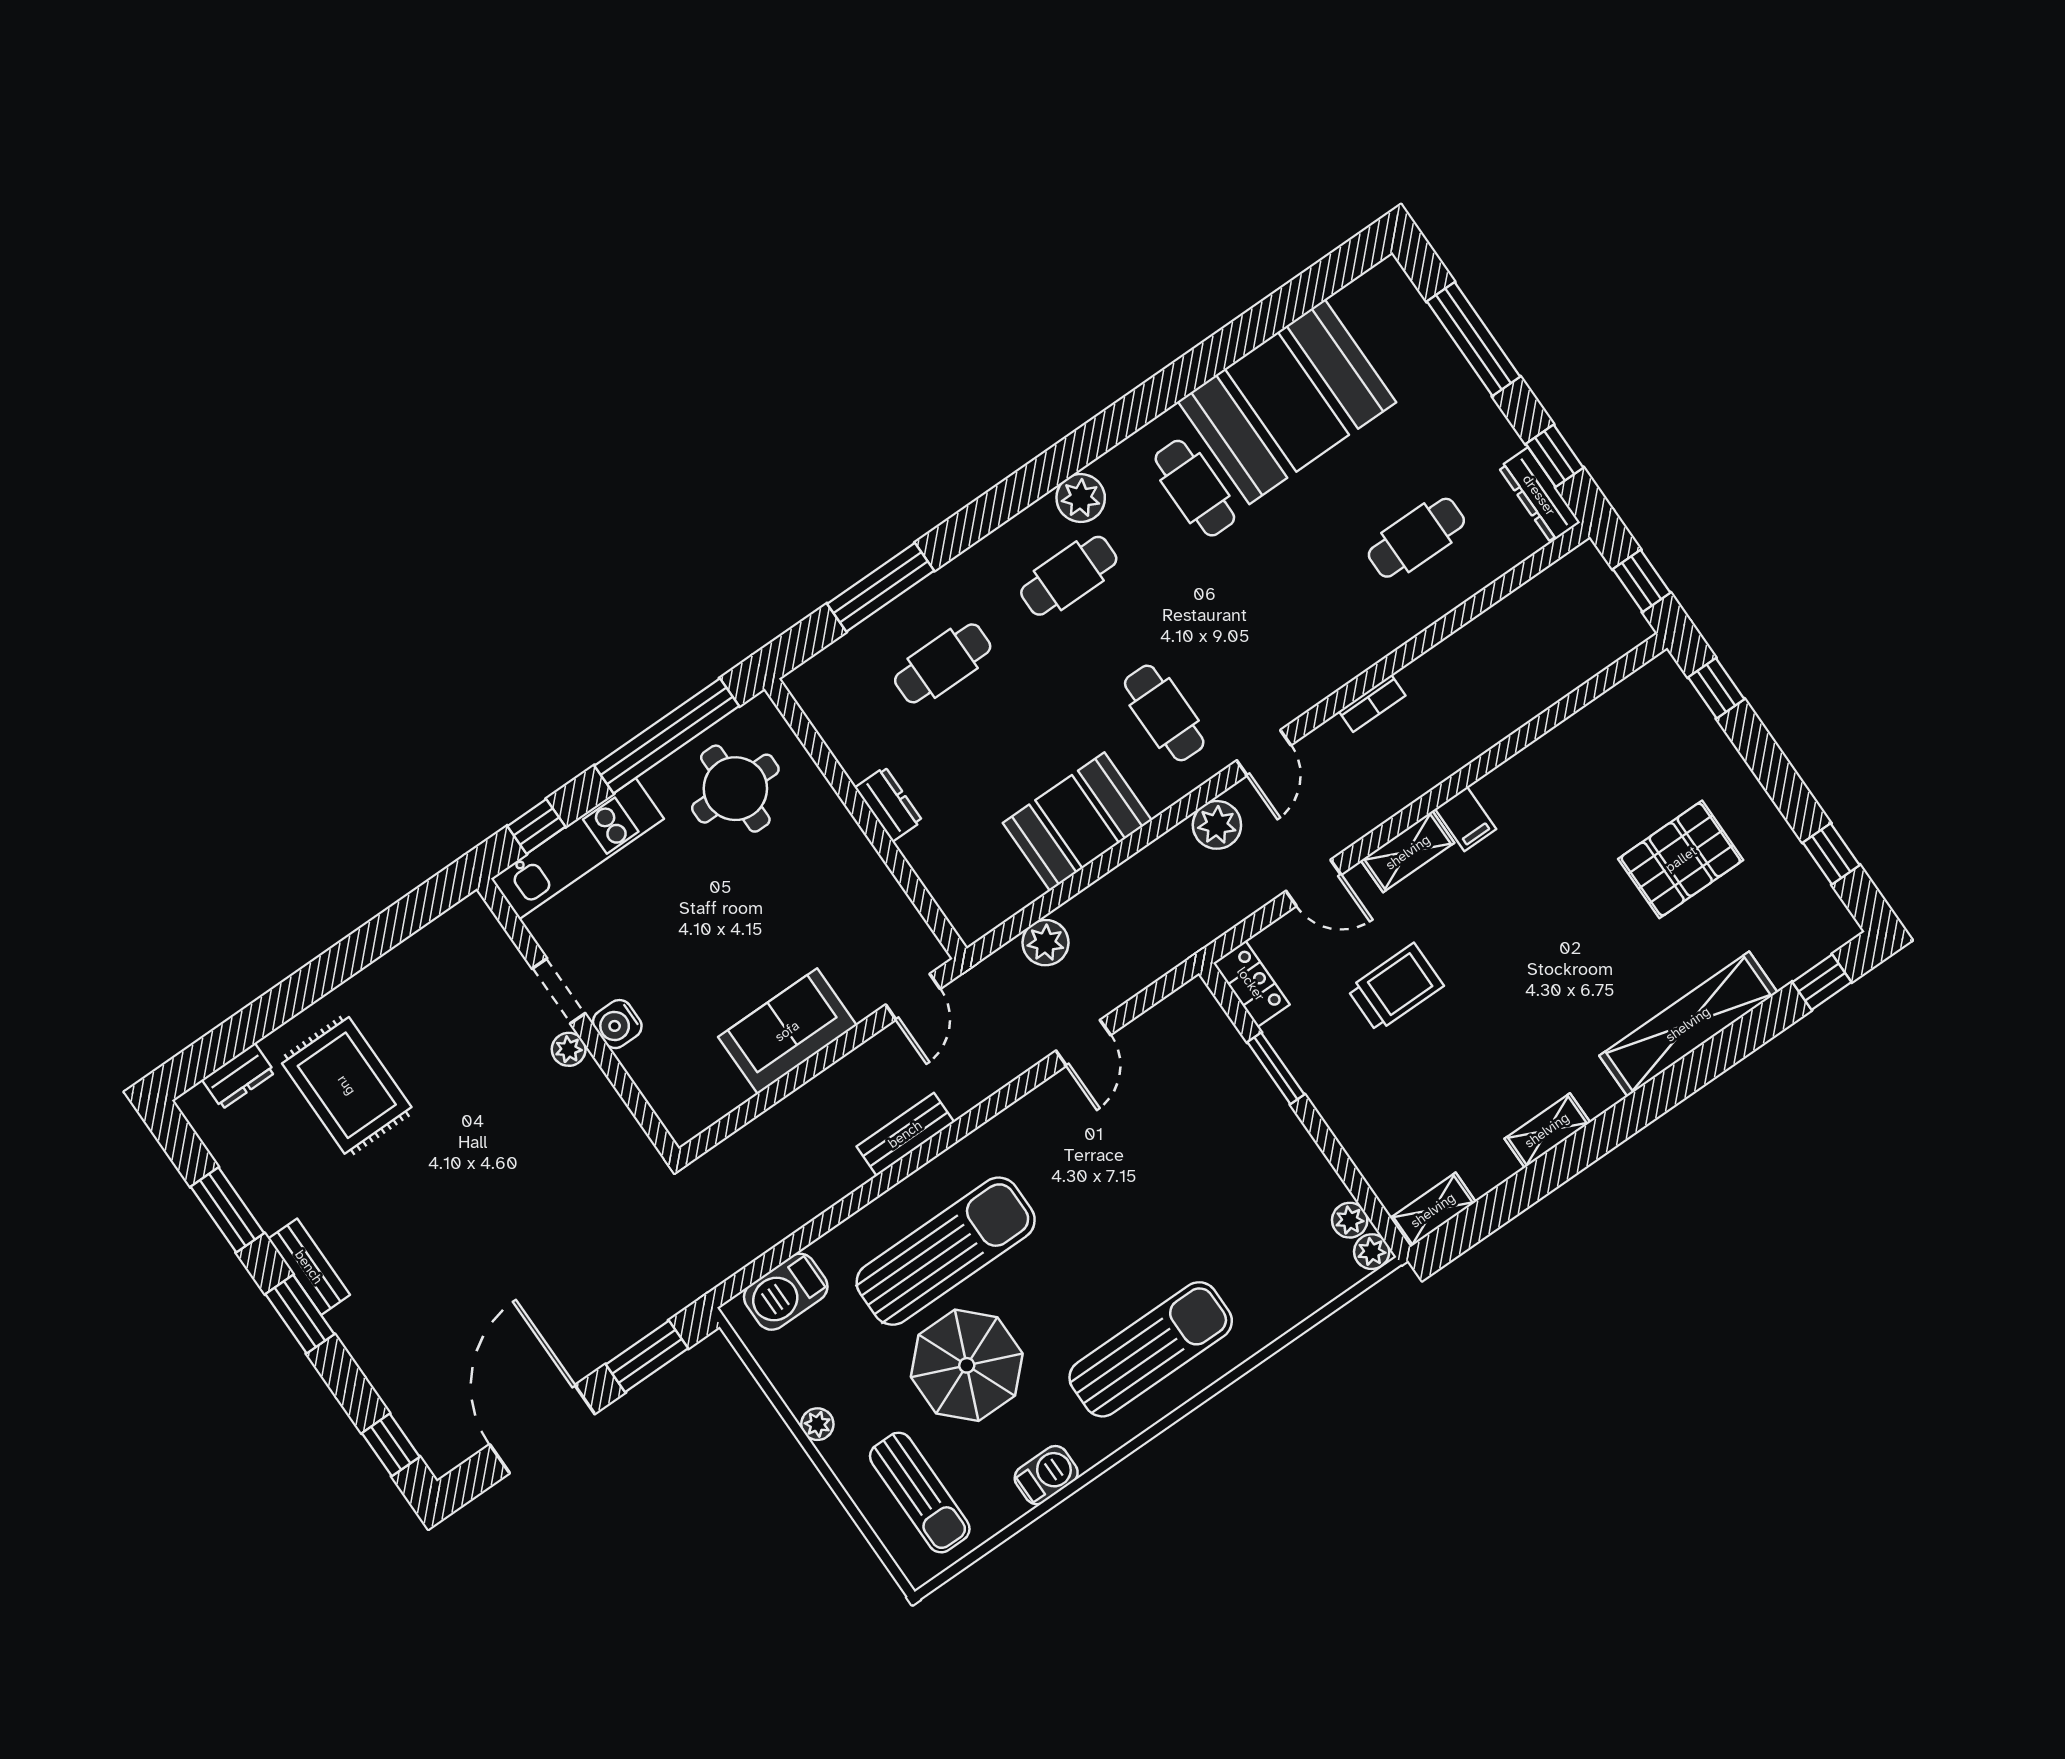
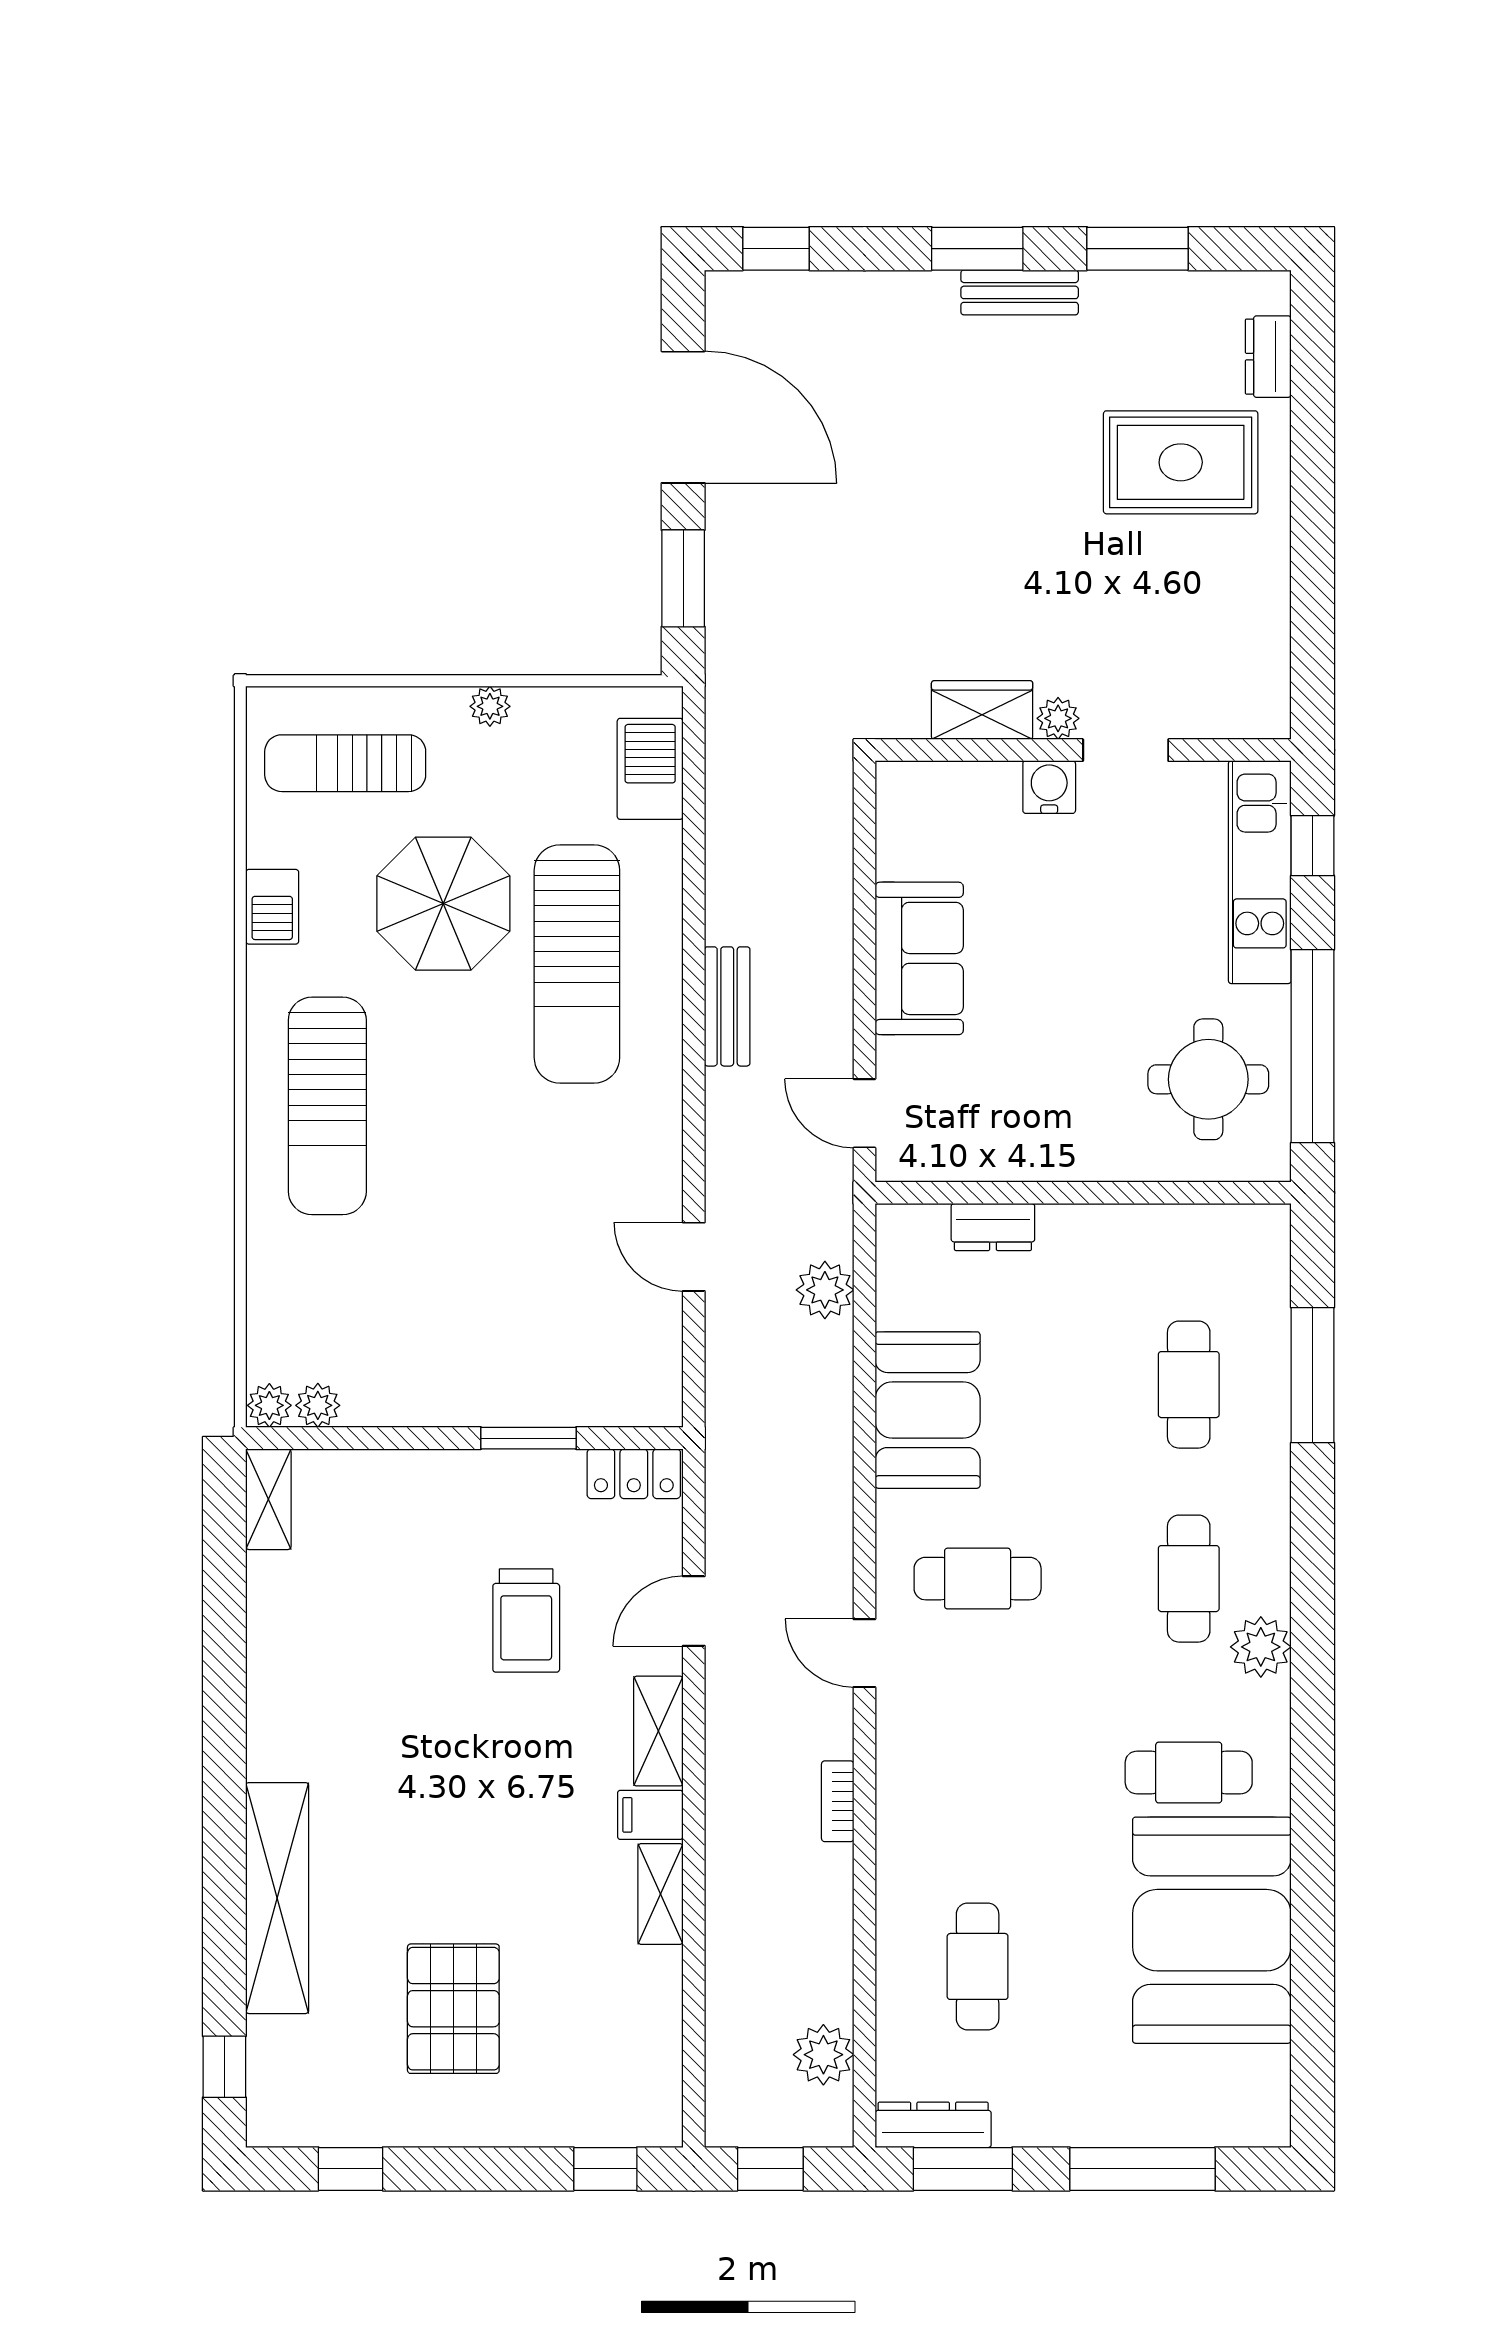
window: (1555, 456) -> (963, 2169), width x1.50
dresser: (889, 804) -> (993, 1227), moved
plant: (1217, 825) -> (823, 2055), moved
wardrobe: (598, 1103) -> (982, 710), added
shelving: (1547, 1130) -> (660, 1894), moved

